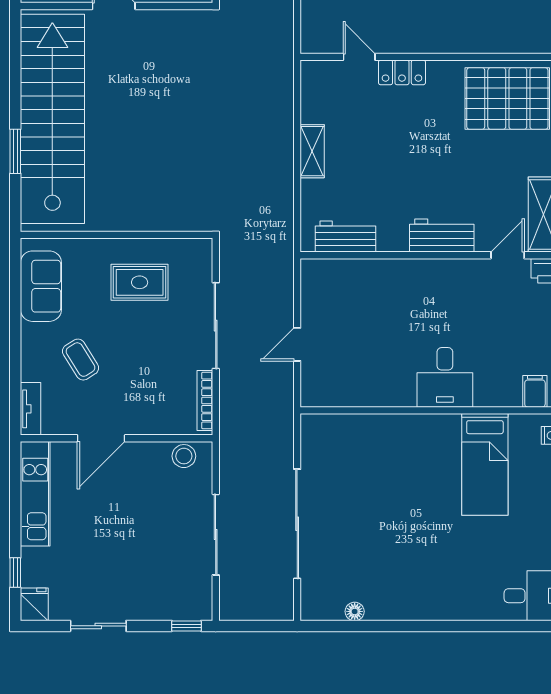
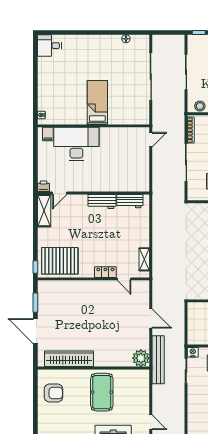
shelving: (312, 151) -> (144, 259), moved
workbench: (442, 236) -> (102, 201), moved
door: (297, 344) -> (151, 140), moved
desk: (445, 377) -> (76, 144), width x1.87, depth x1.30
bed: (485, 464) -> (97, 102), moved

